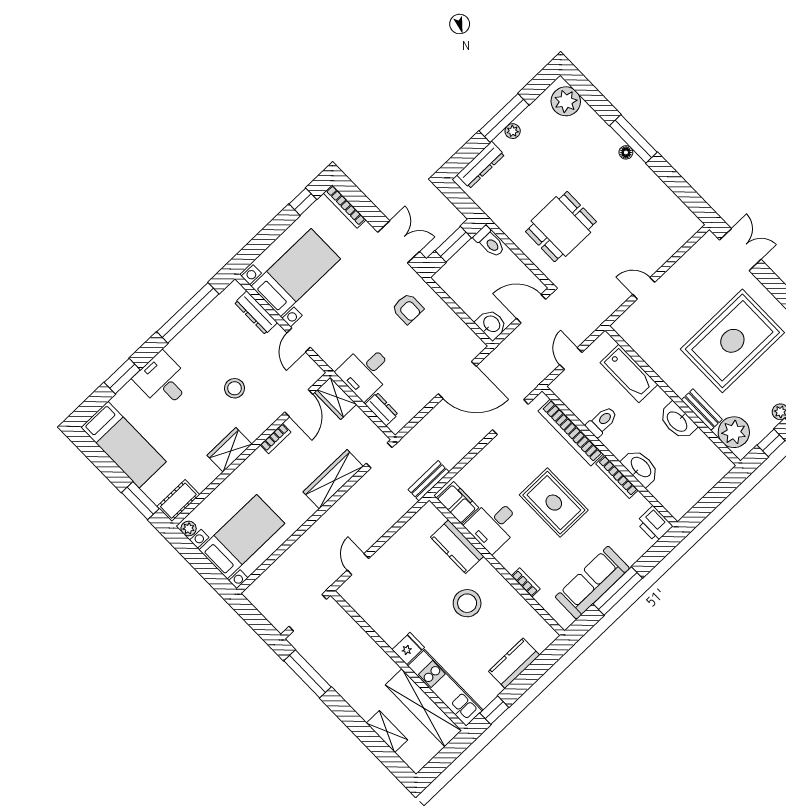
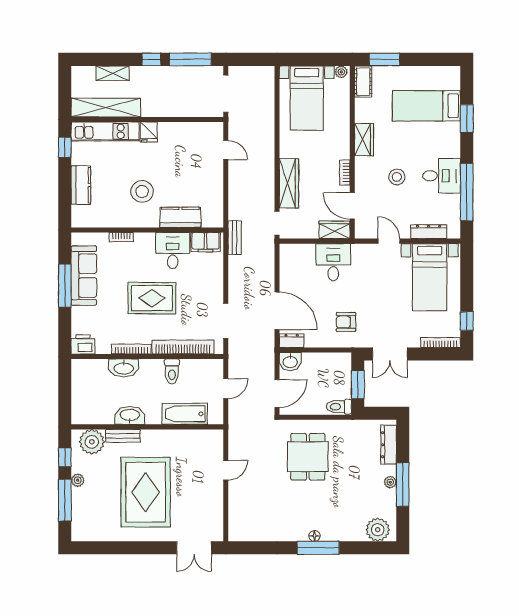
door: (571, 359) -> (226, 389), hinge flipped
desk: (163, 380) -> (442, 176), moved
door: (457, 380) -> (277, 311), swing flipped
dresser: (382, 409) -> (292, 341), moved, turned 180
bed: (123, 445) -> (426, 106), moved
window: (341, 709) -> (151, 59), added

